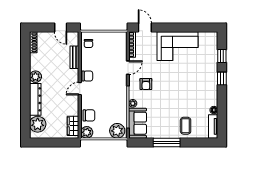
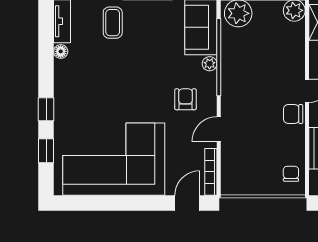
door: (145, 28) -> (187, 203), swing flipped
corner sofa: (178, 46) -> (114, 159), width x1.36, depth x1.36
chair: (89, 115) -> (290, 42), removed

